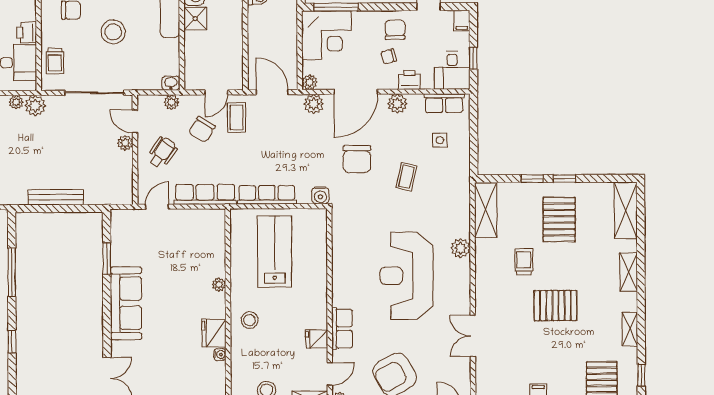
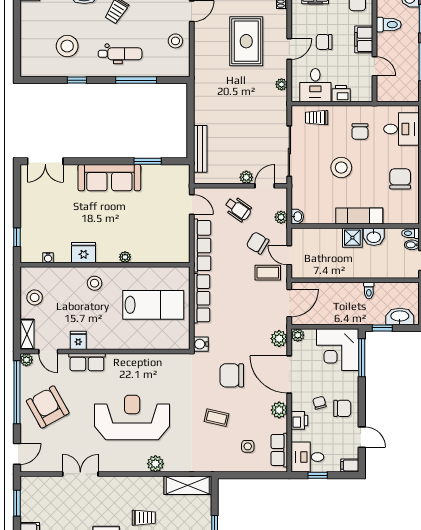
plant: (35, 106) -> (278, 101), removed
bench: (56, 197) -> (200, 149), moved
water cooler: (220, 354) -> (48, 258), moved

